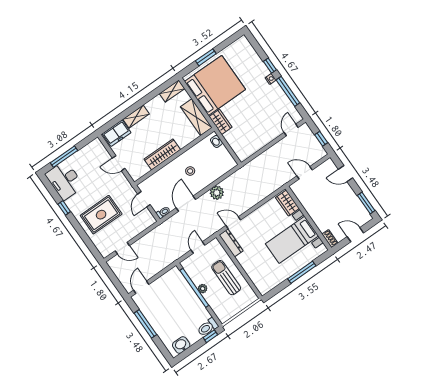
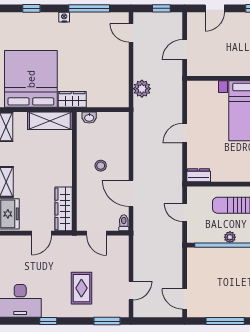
window: (270, 66) -> (31, 8), moved
wardrobe: (162, 154) -> (64, 209), moved
plant: (217, 193) -> (142, 89), moved
wardrobe: (287, 203) -> (203, 89), removed
rug: (101, 215) -> (81, 288), width x0.73, depth x0.70
door: (233, 223) -> (185, 133), moved
dresser: (231, 243) -> (199, 175), width x0.70
window: (91, 246) -> (107, 321), added

